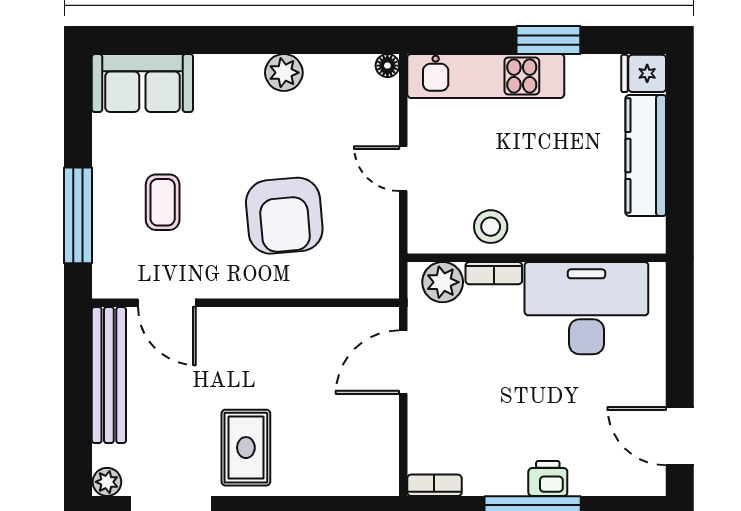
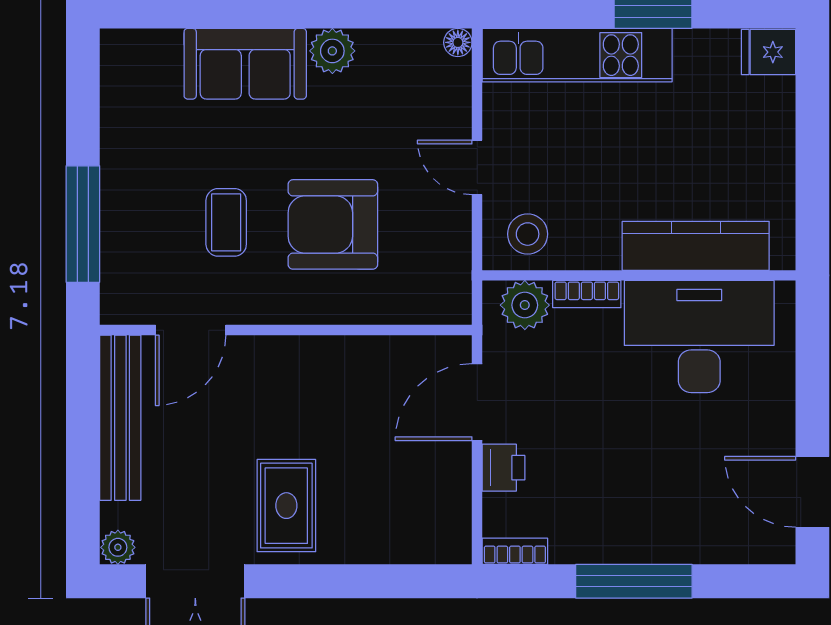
sofa: (142, 83) -> (245, 64), moved
kitchen counter: (646, 156) -> (696, 246), moved, turned 90
coffee table: (163, 202) -> (226, 222), moved
armchair: (284, 216) -> (333, 224), turned 95
stool: (491, 227) -> (528, 234), moved
door: (167, 303) -> (191, 330), hinge flipped
printer: (548, 479) -> (503, 468), moved, turned 90

